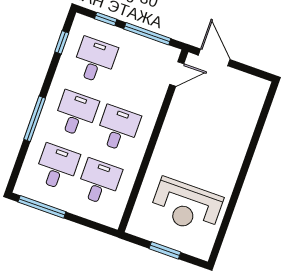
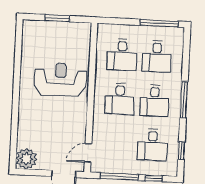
plant: (255, 90) -> (26, 159), added
window: (35, 119) -> (184, 100), moved
reception desk: (186, 206) -> (60, 80), moved

